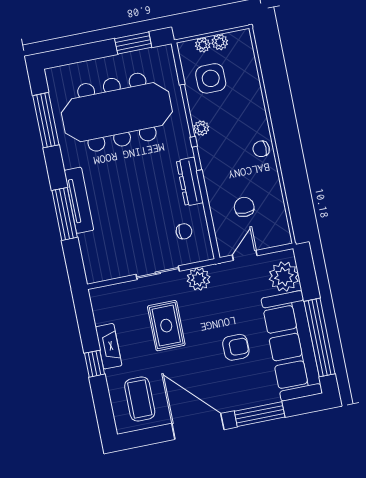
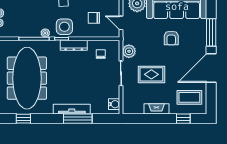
side table: (211, 78) -> (64, 27), moved
window: (46, 120) -> (23, 119), width x0.46
water cooler: (102, 272) -> (114, 104), added
armchair: (236, 347) -> (171, 38), turned 180
window: (95, 364) -> (183, 119), moved

